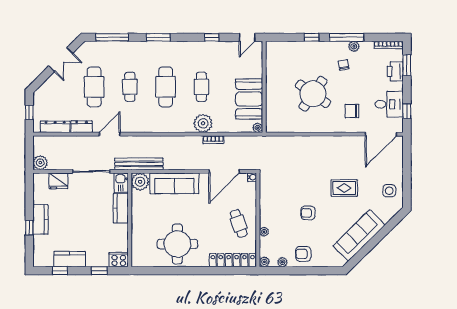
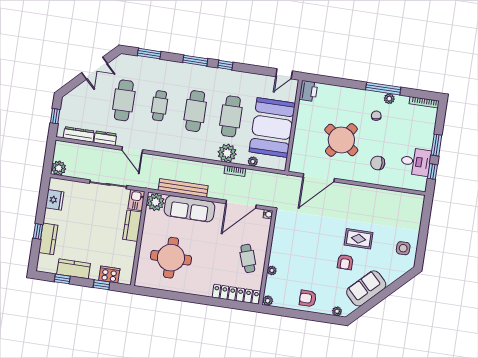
window: (112, 37) -> (149, 54), width x0.69
window: (212, 37) -> (225, 65), moved
window: (312, 37) -> (348, 83), removed
window: (407, 65) -> (436, 145), moved
printer: (395, 71) -> (308, 91), moved, turned 180
cafe table: (201, 87) -> (231, 116), width x1.37, depth x1.35
booth: (249, 99) -> (272, 128), width x1.36, depth x1.42
plant: (258, 128) -> (253, 161), moved
door: (110, 134) -> (132, 150), swing flipped
door: (381, 134) -> (319, 178), moved
bench: (139, 164) -> (183, 188), moved
fridge: (58, 181) -> (55, 200), moved, turned -90
armchair: (308, 213) -> (345, 262), moved, turned -90
kitchen counter: (40, 219) -> (48, 239), moved
sofa: (359, 235) -> (366, 288), width x0.73
round table: (177, 244) -> (171, 258), moved
cooker: (119, 260) -> (109, 275), moved
plant: (282, 262) -> (337, 311), moved

